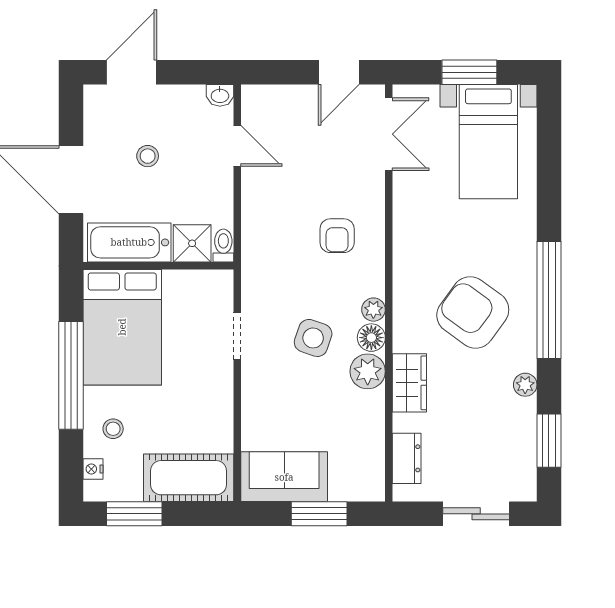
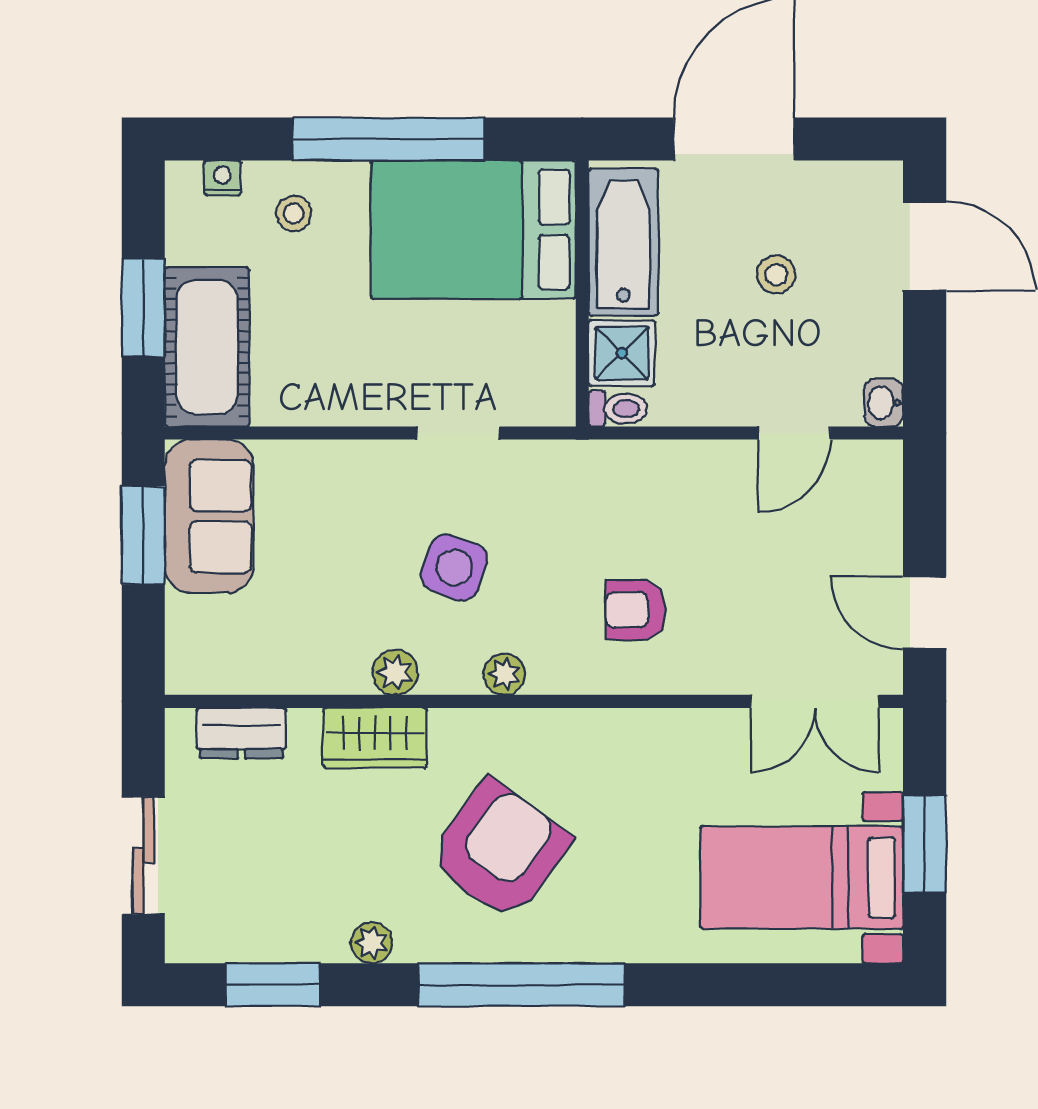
floor lamp: (371, 338) -> (455, 670), removed
plant: (368, 371) -> (395, 672), width x0.73, depth x0.73
window: (134, 514) -> (143, 308), moved
window: (319, 514) -> (143, 535), moved

